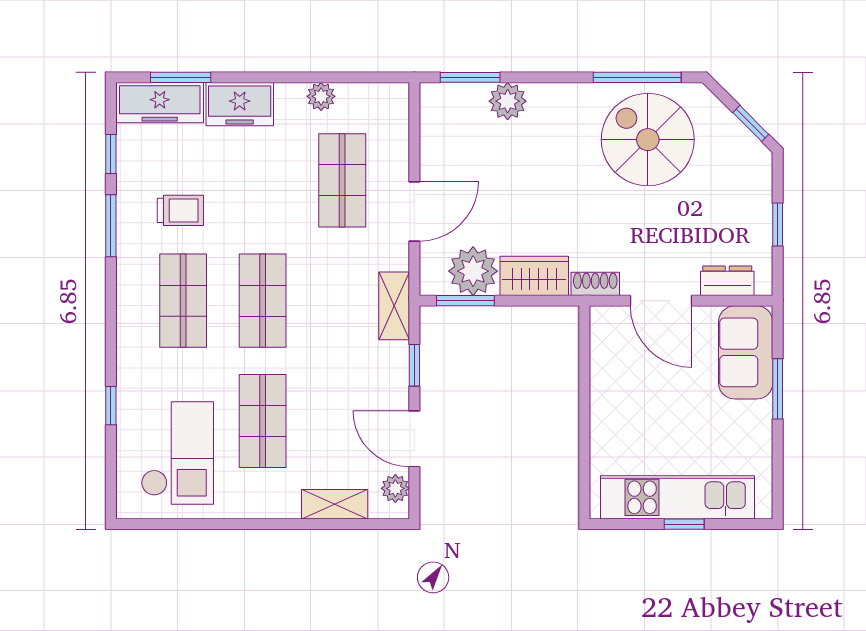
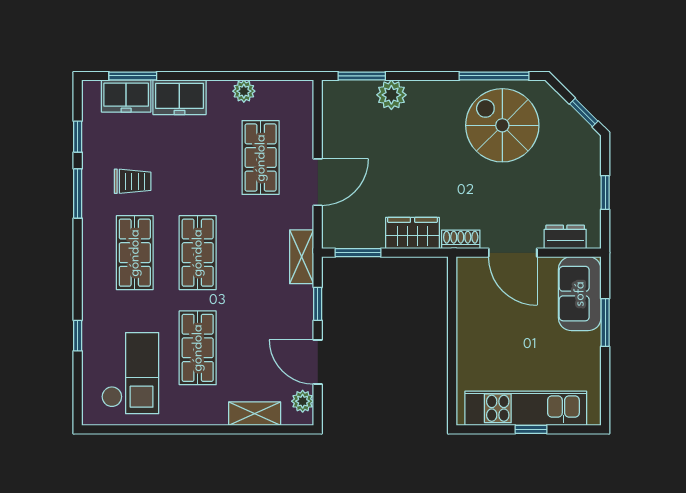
freezer: (160, 103) -> (126, 96), width x0.71
plant: (473, 271) -> (364, 229), removed

